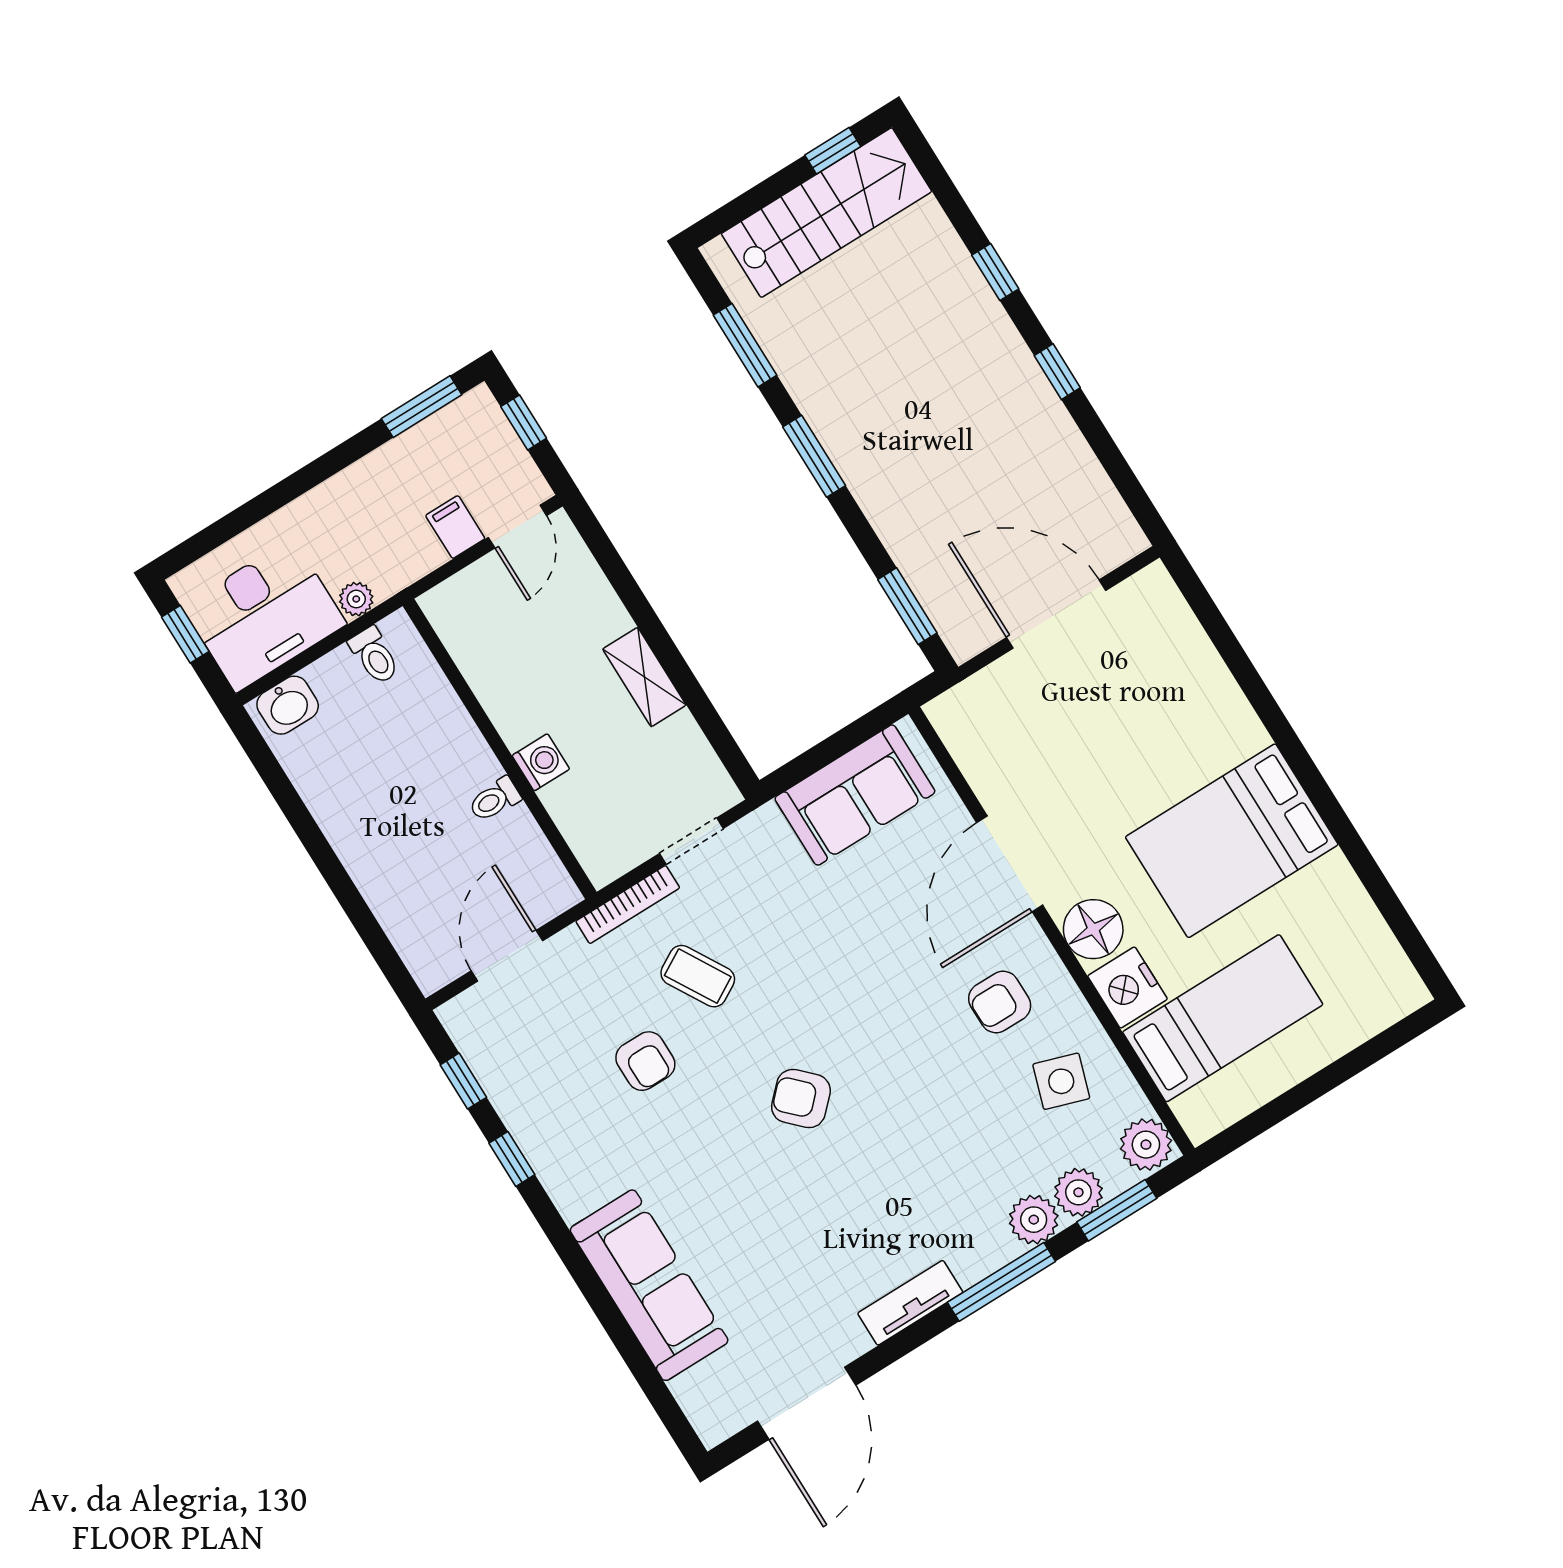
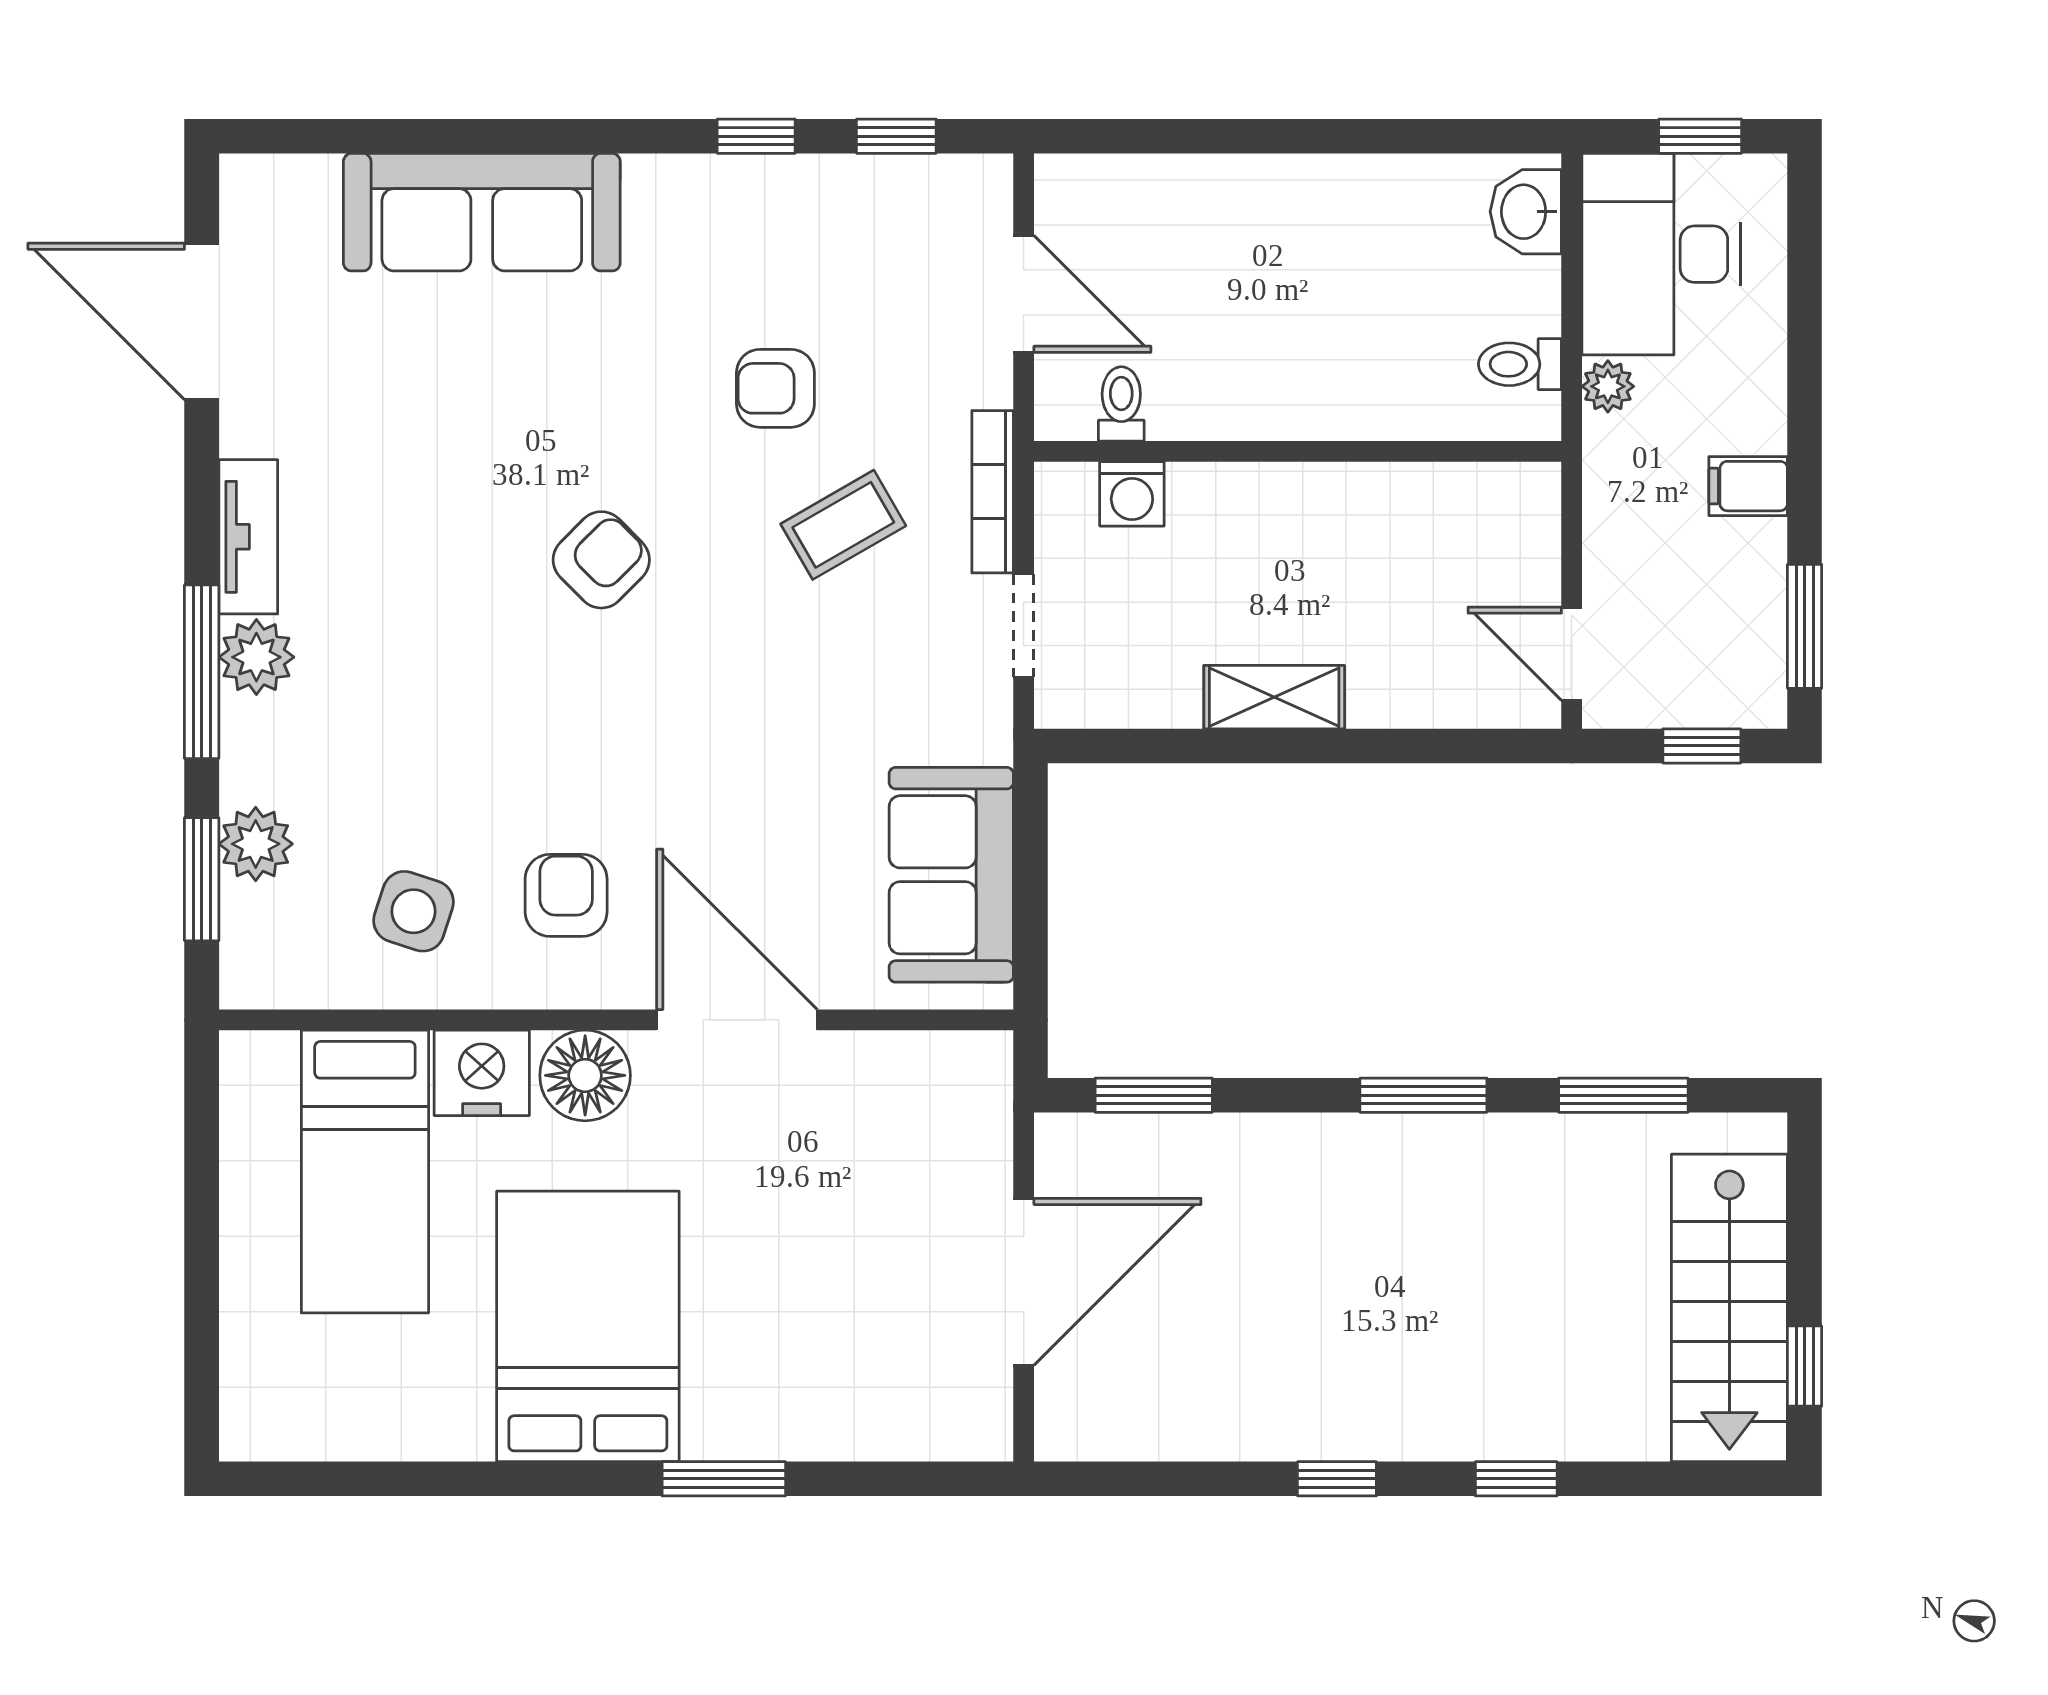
filing cabinet: (455, 527) -> (1748, 486), moved, turned 180
window: (1269, 712) -> (724, 1479), added
washing machine: (541, 762) -> (1132, 494), moved
toilet: (495, 800) -> (1121, 404), moved
plant: (1146, 1145) -> (263, 970), removed
plant: (1034, 1220) -> (256, 657), moved

